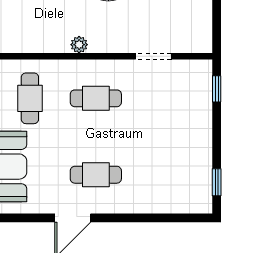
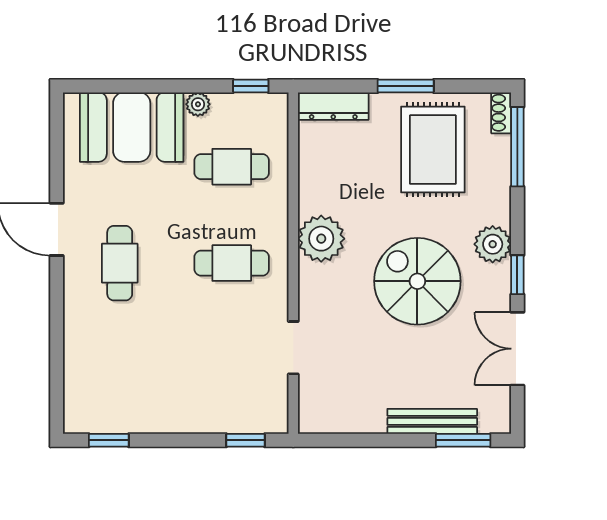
plant: (79, 45) -> (321, 239), width x1.88, depth x1.88
cafe table: (96, 98) -> (232, 263), turned 90

